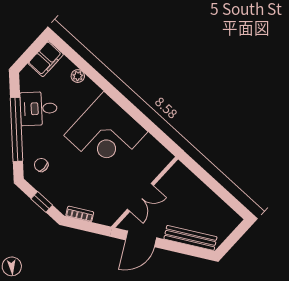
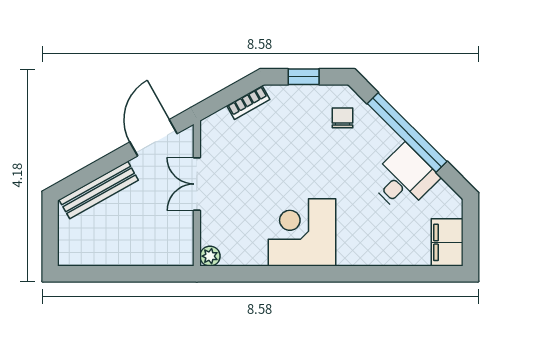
plant: (78, 76) -> (210, 256), moved
corner desk: (106, 134) -> (302, 232), width x0.74, depth x0.74
chair: (41, 165) -> (342, 118), turned -90

